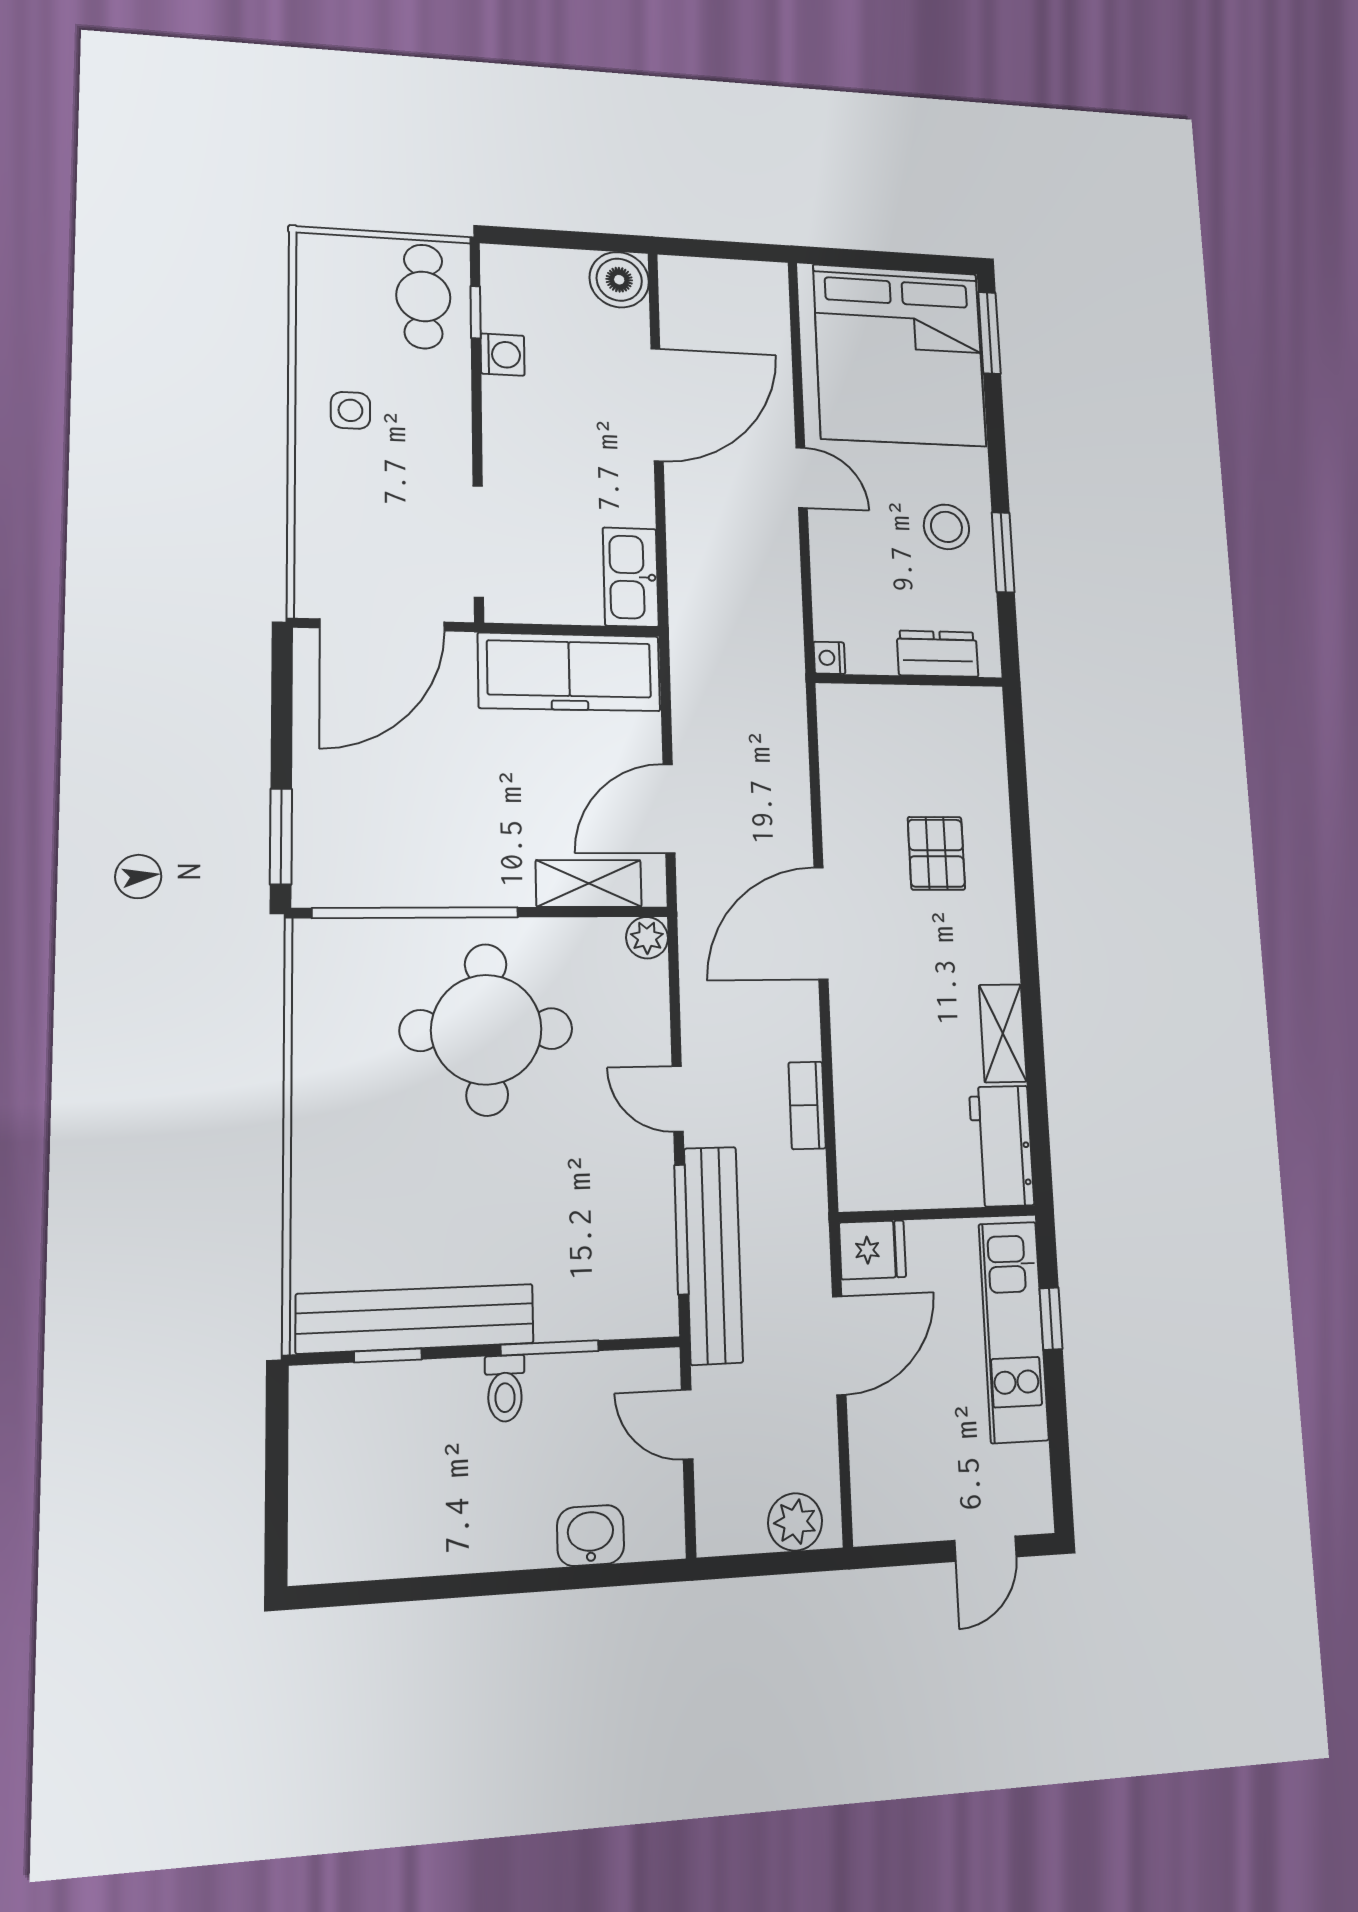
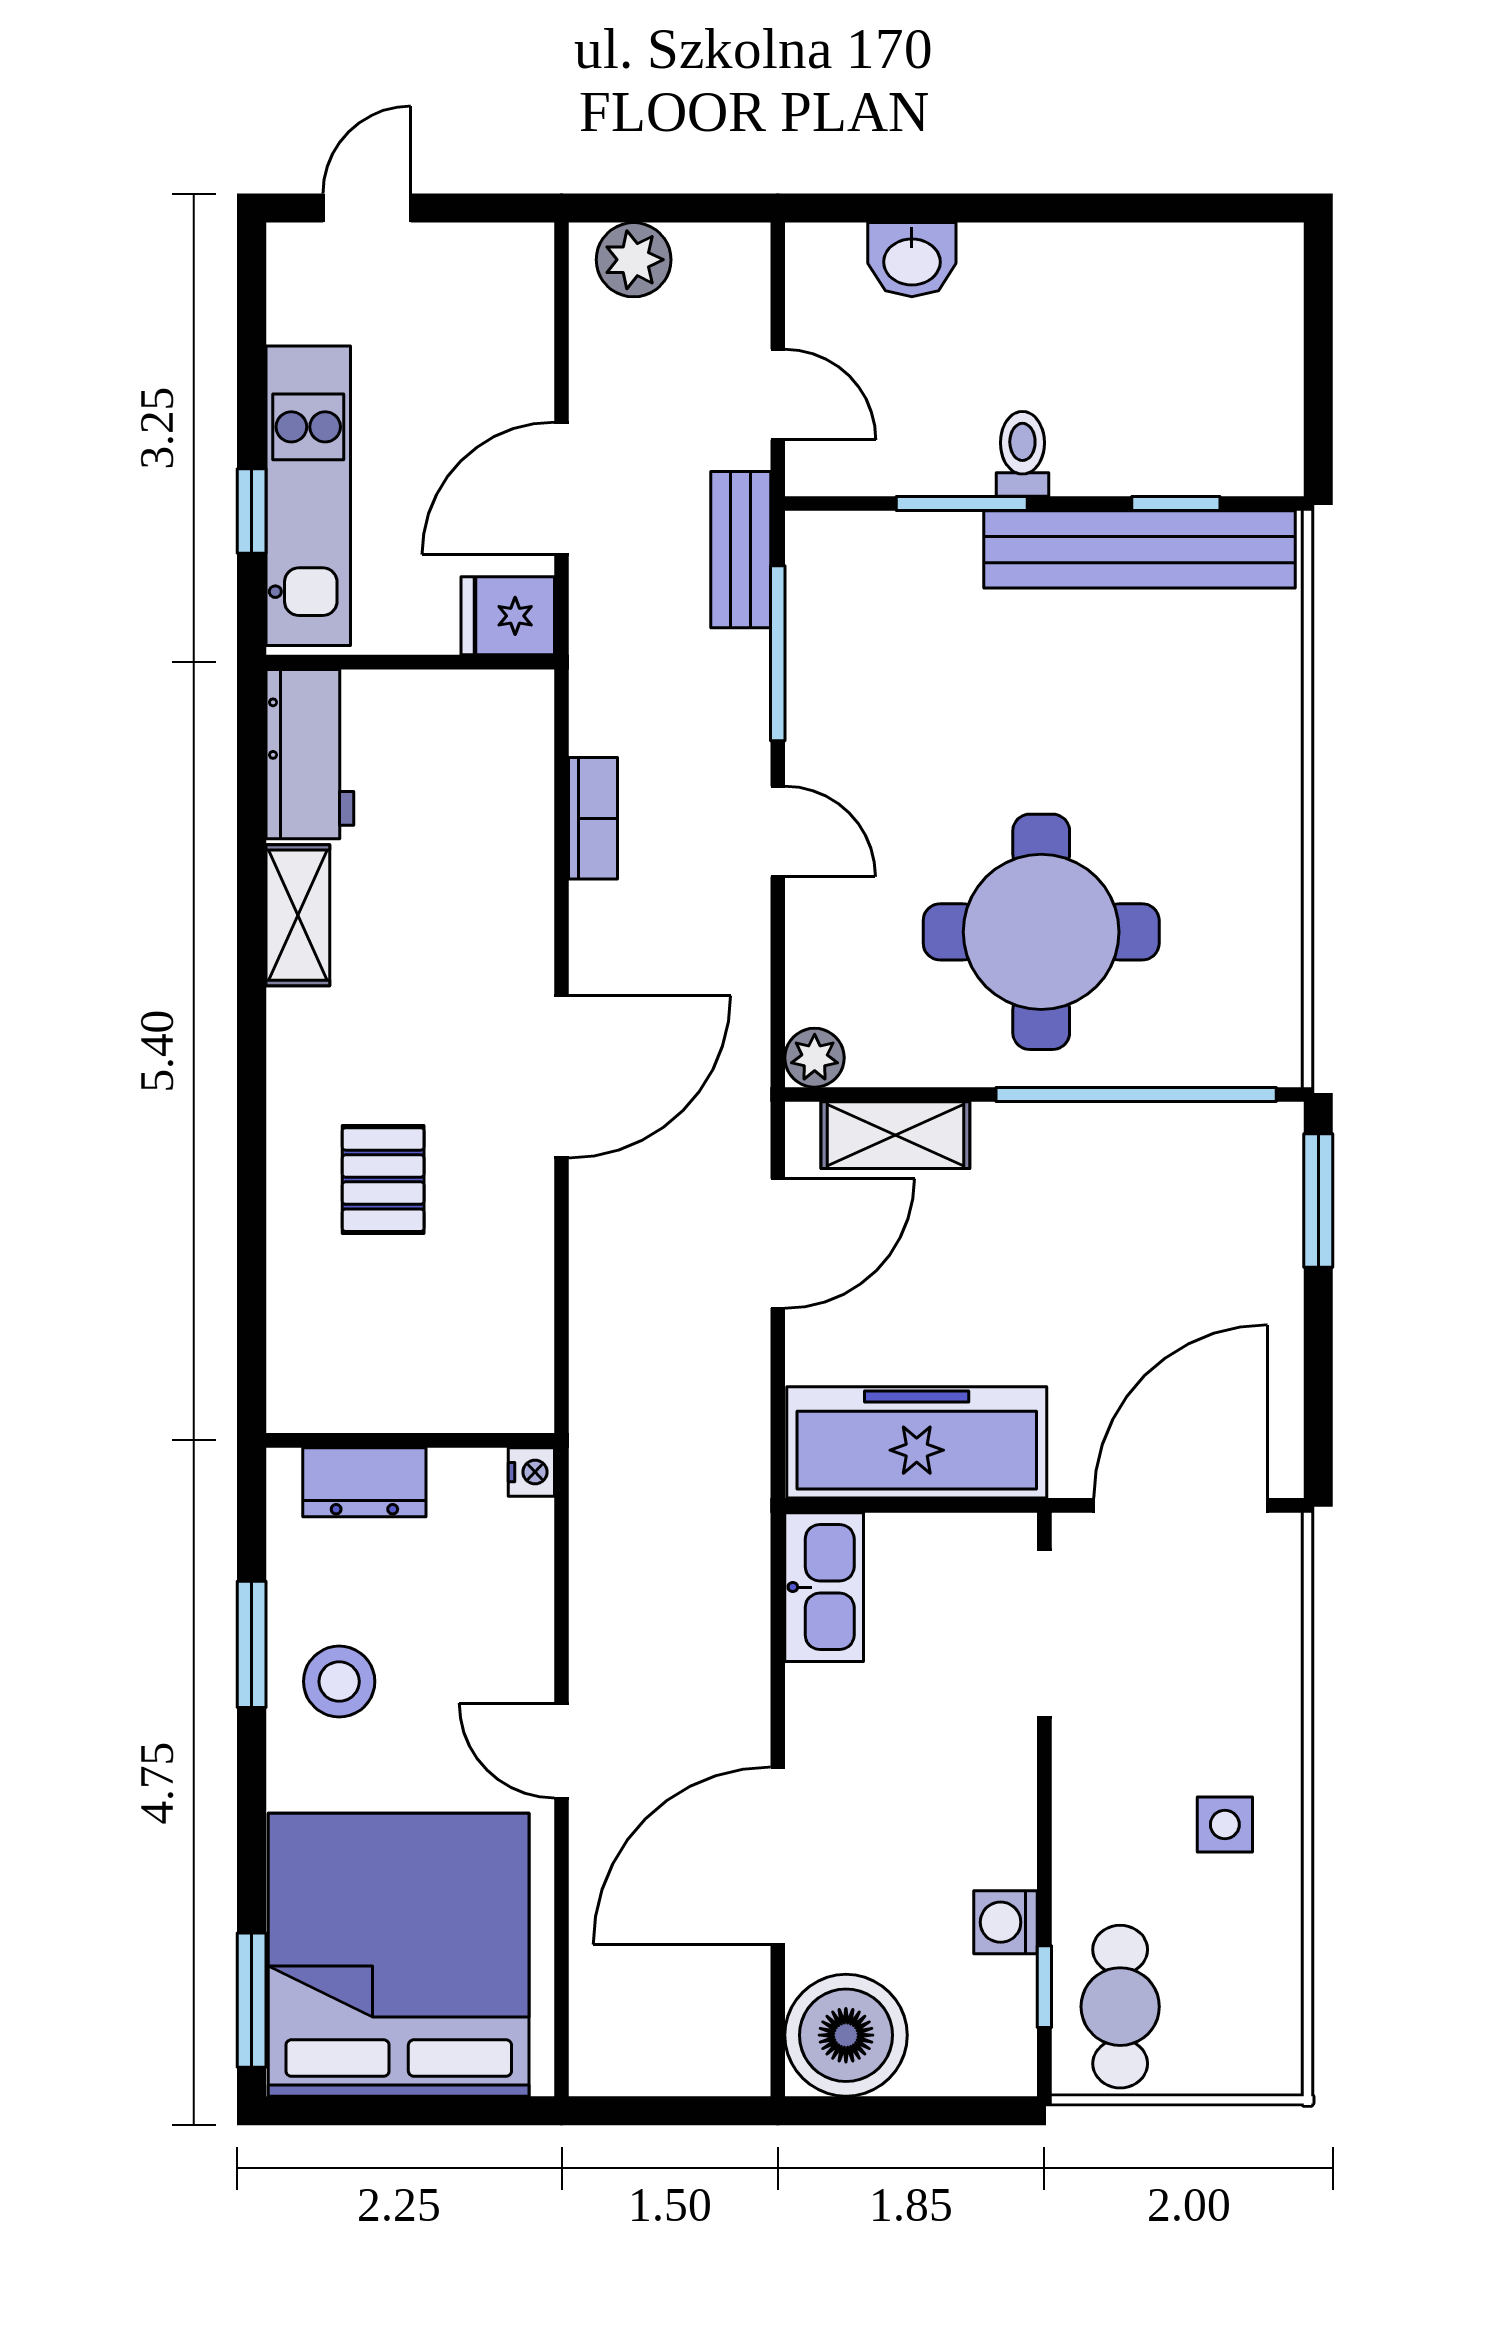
boiler: (619, 280) -> (846, 2035), width x1.37, depth x1.37
bench: (713, 1255) -> (741, 550), width x0.54, depth x0.82

